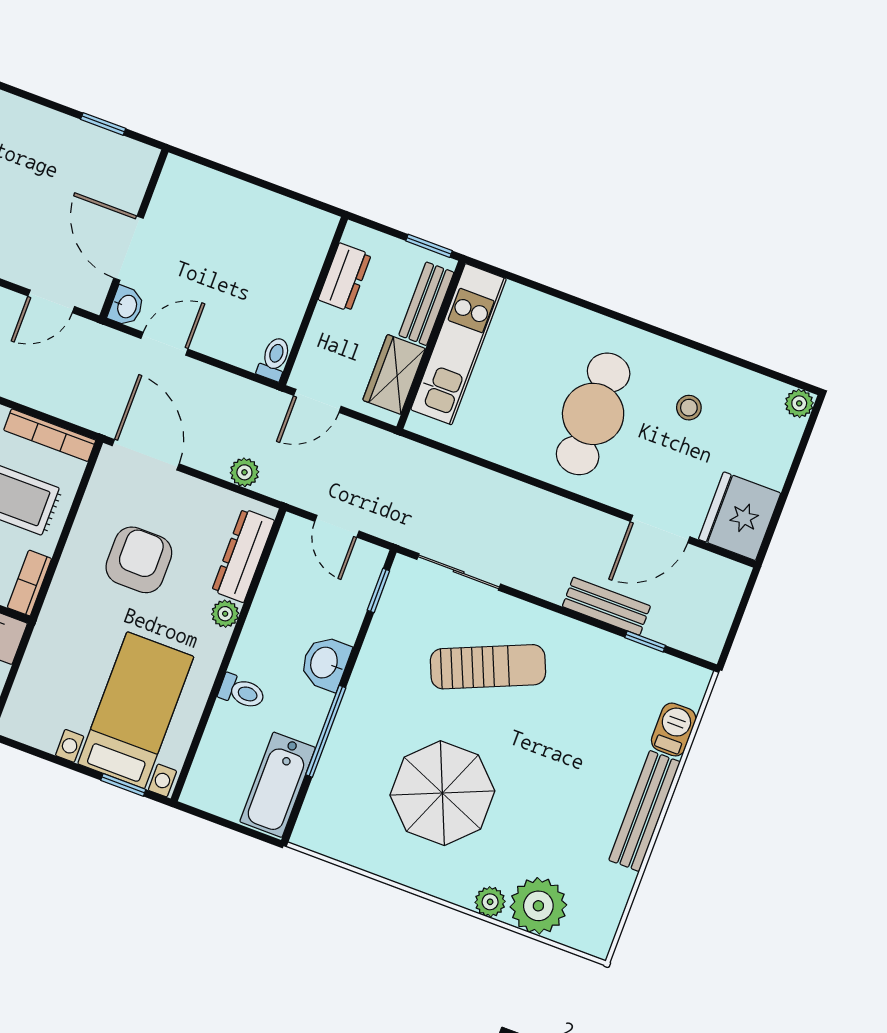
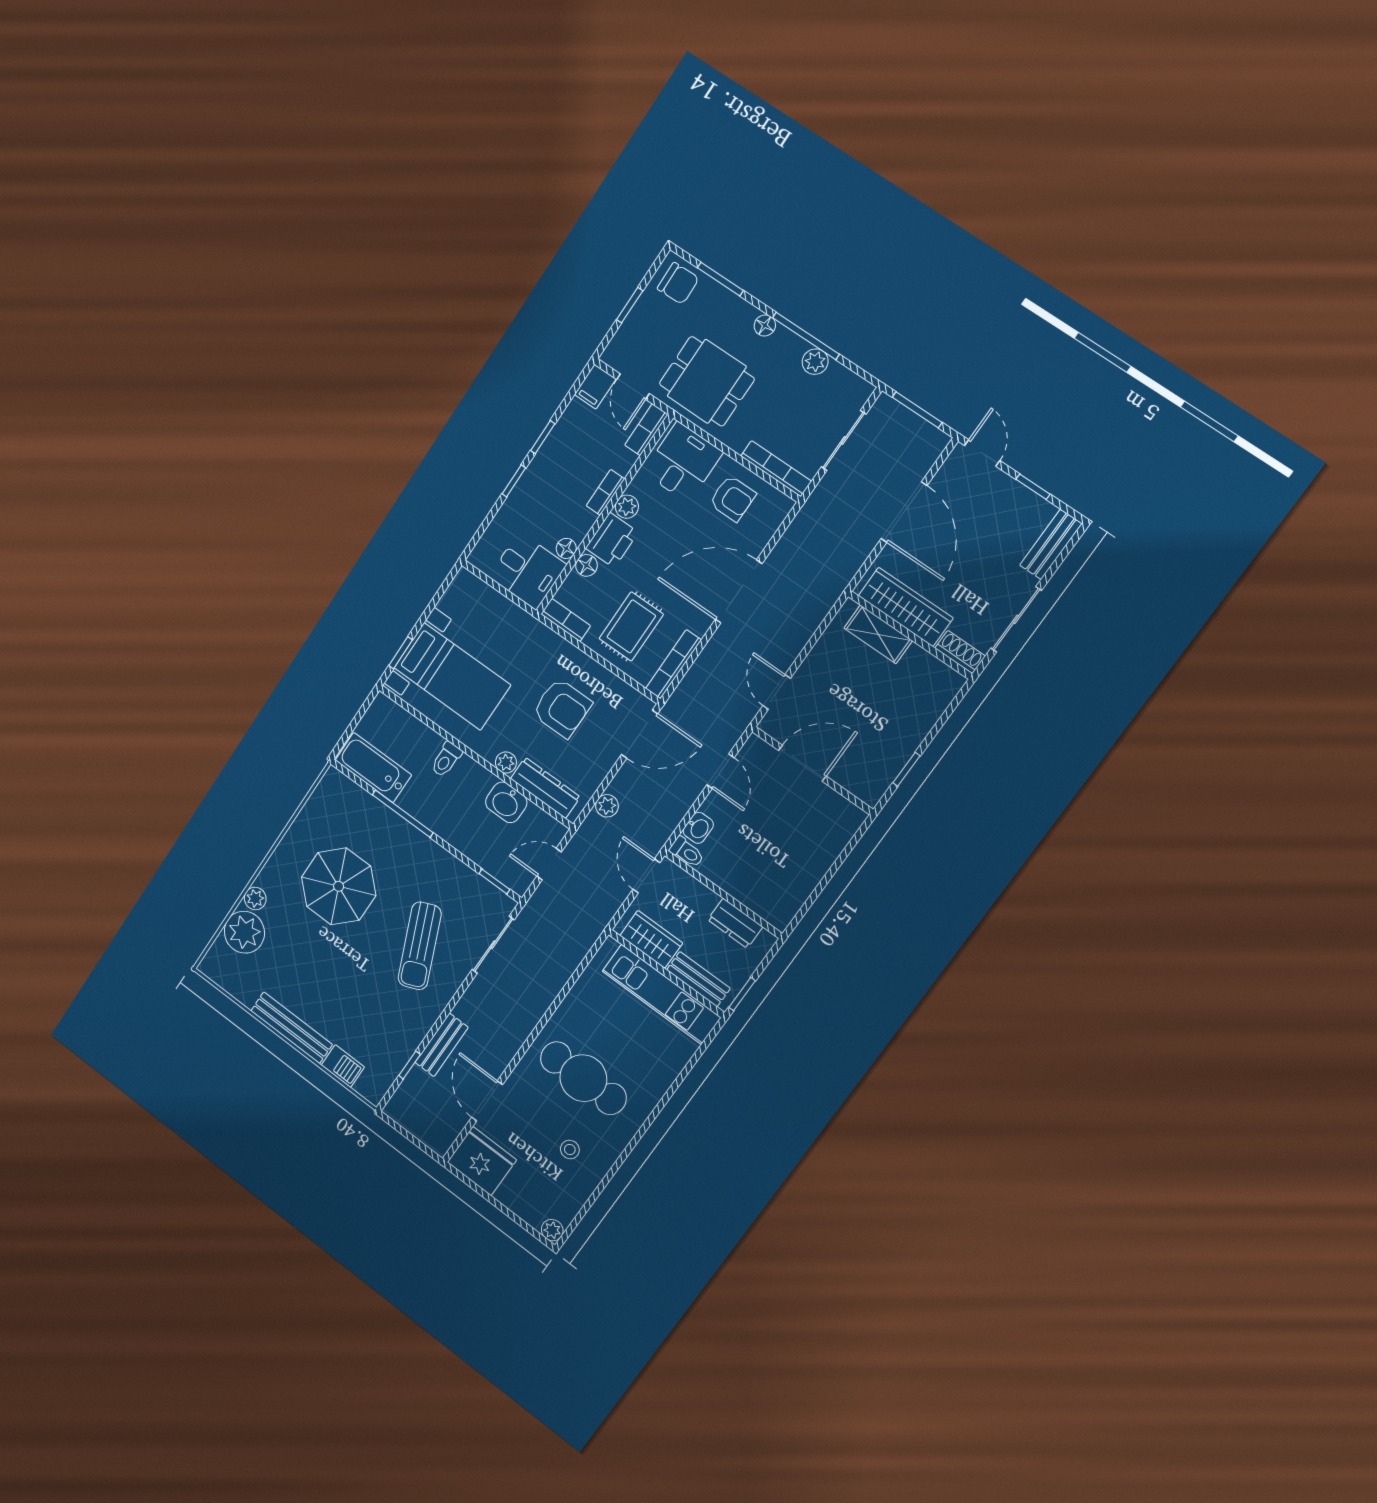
washbasin: (126, 306) -> (698, 828), moved, turned -90
washbasin: (325, 663) -> (506, 802), moved, turned 180

